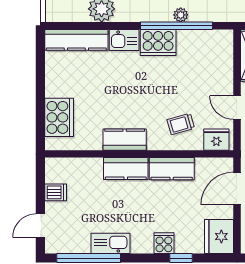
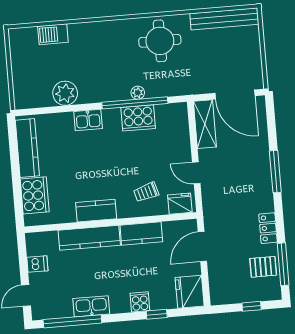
kitchen counter: (76, 40) -> (27, 148), moved, turned -90
cooker: (158, 42) -> (138, 118), moved
kitchen counter: (126, 169) -> (89, 238), width x1.50

